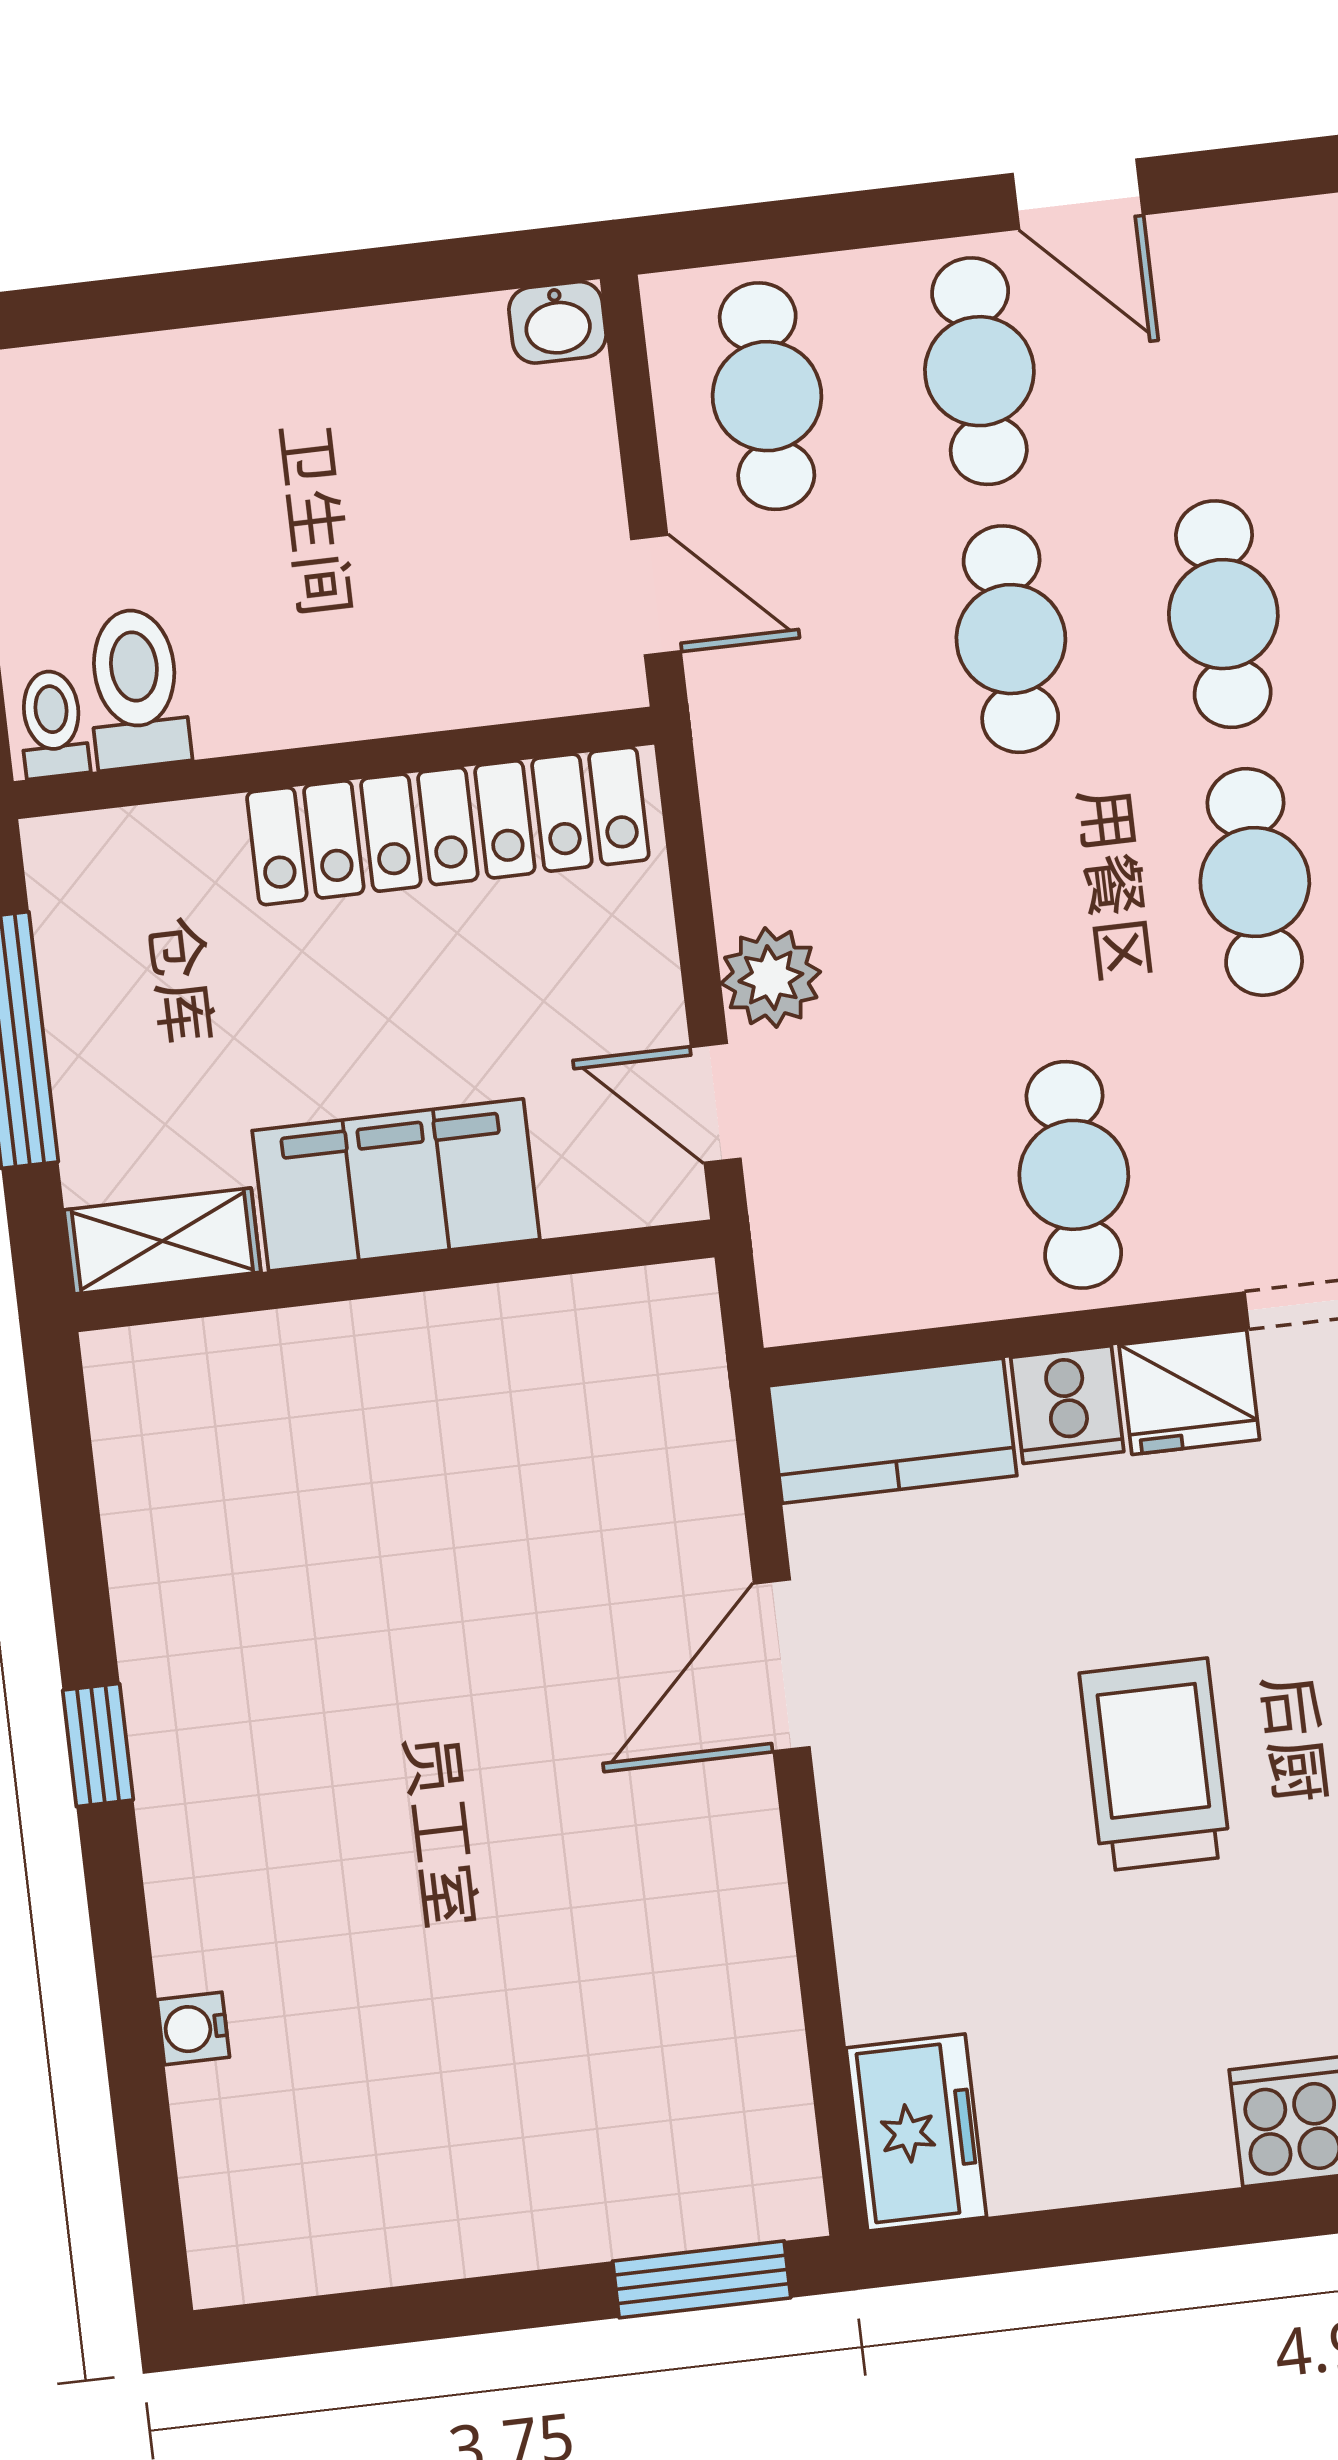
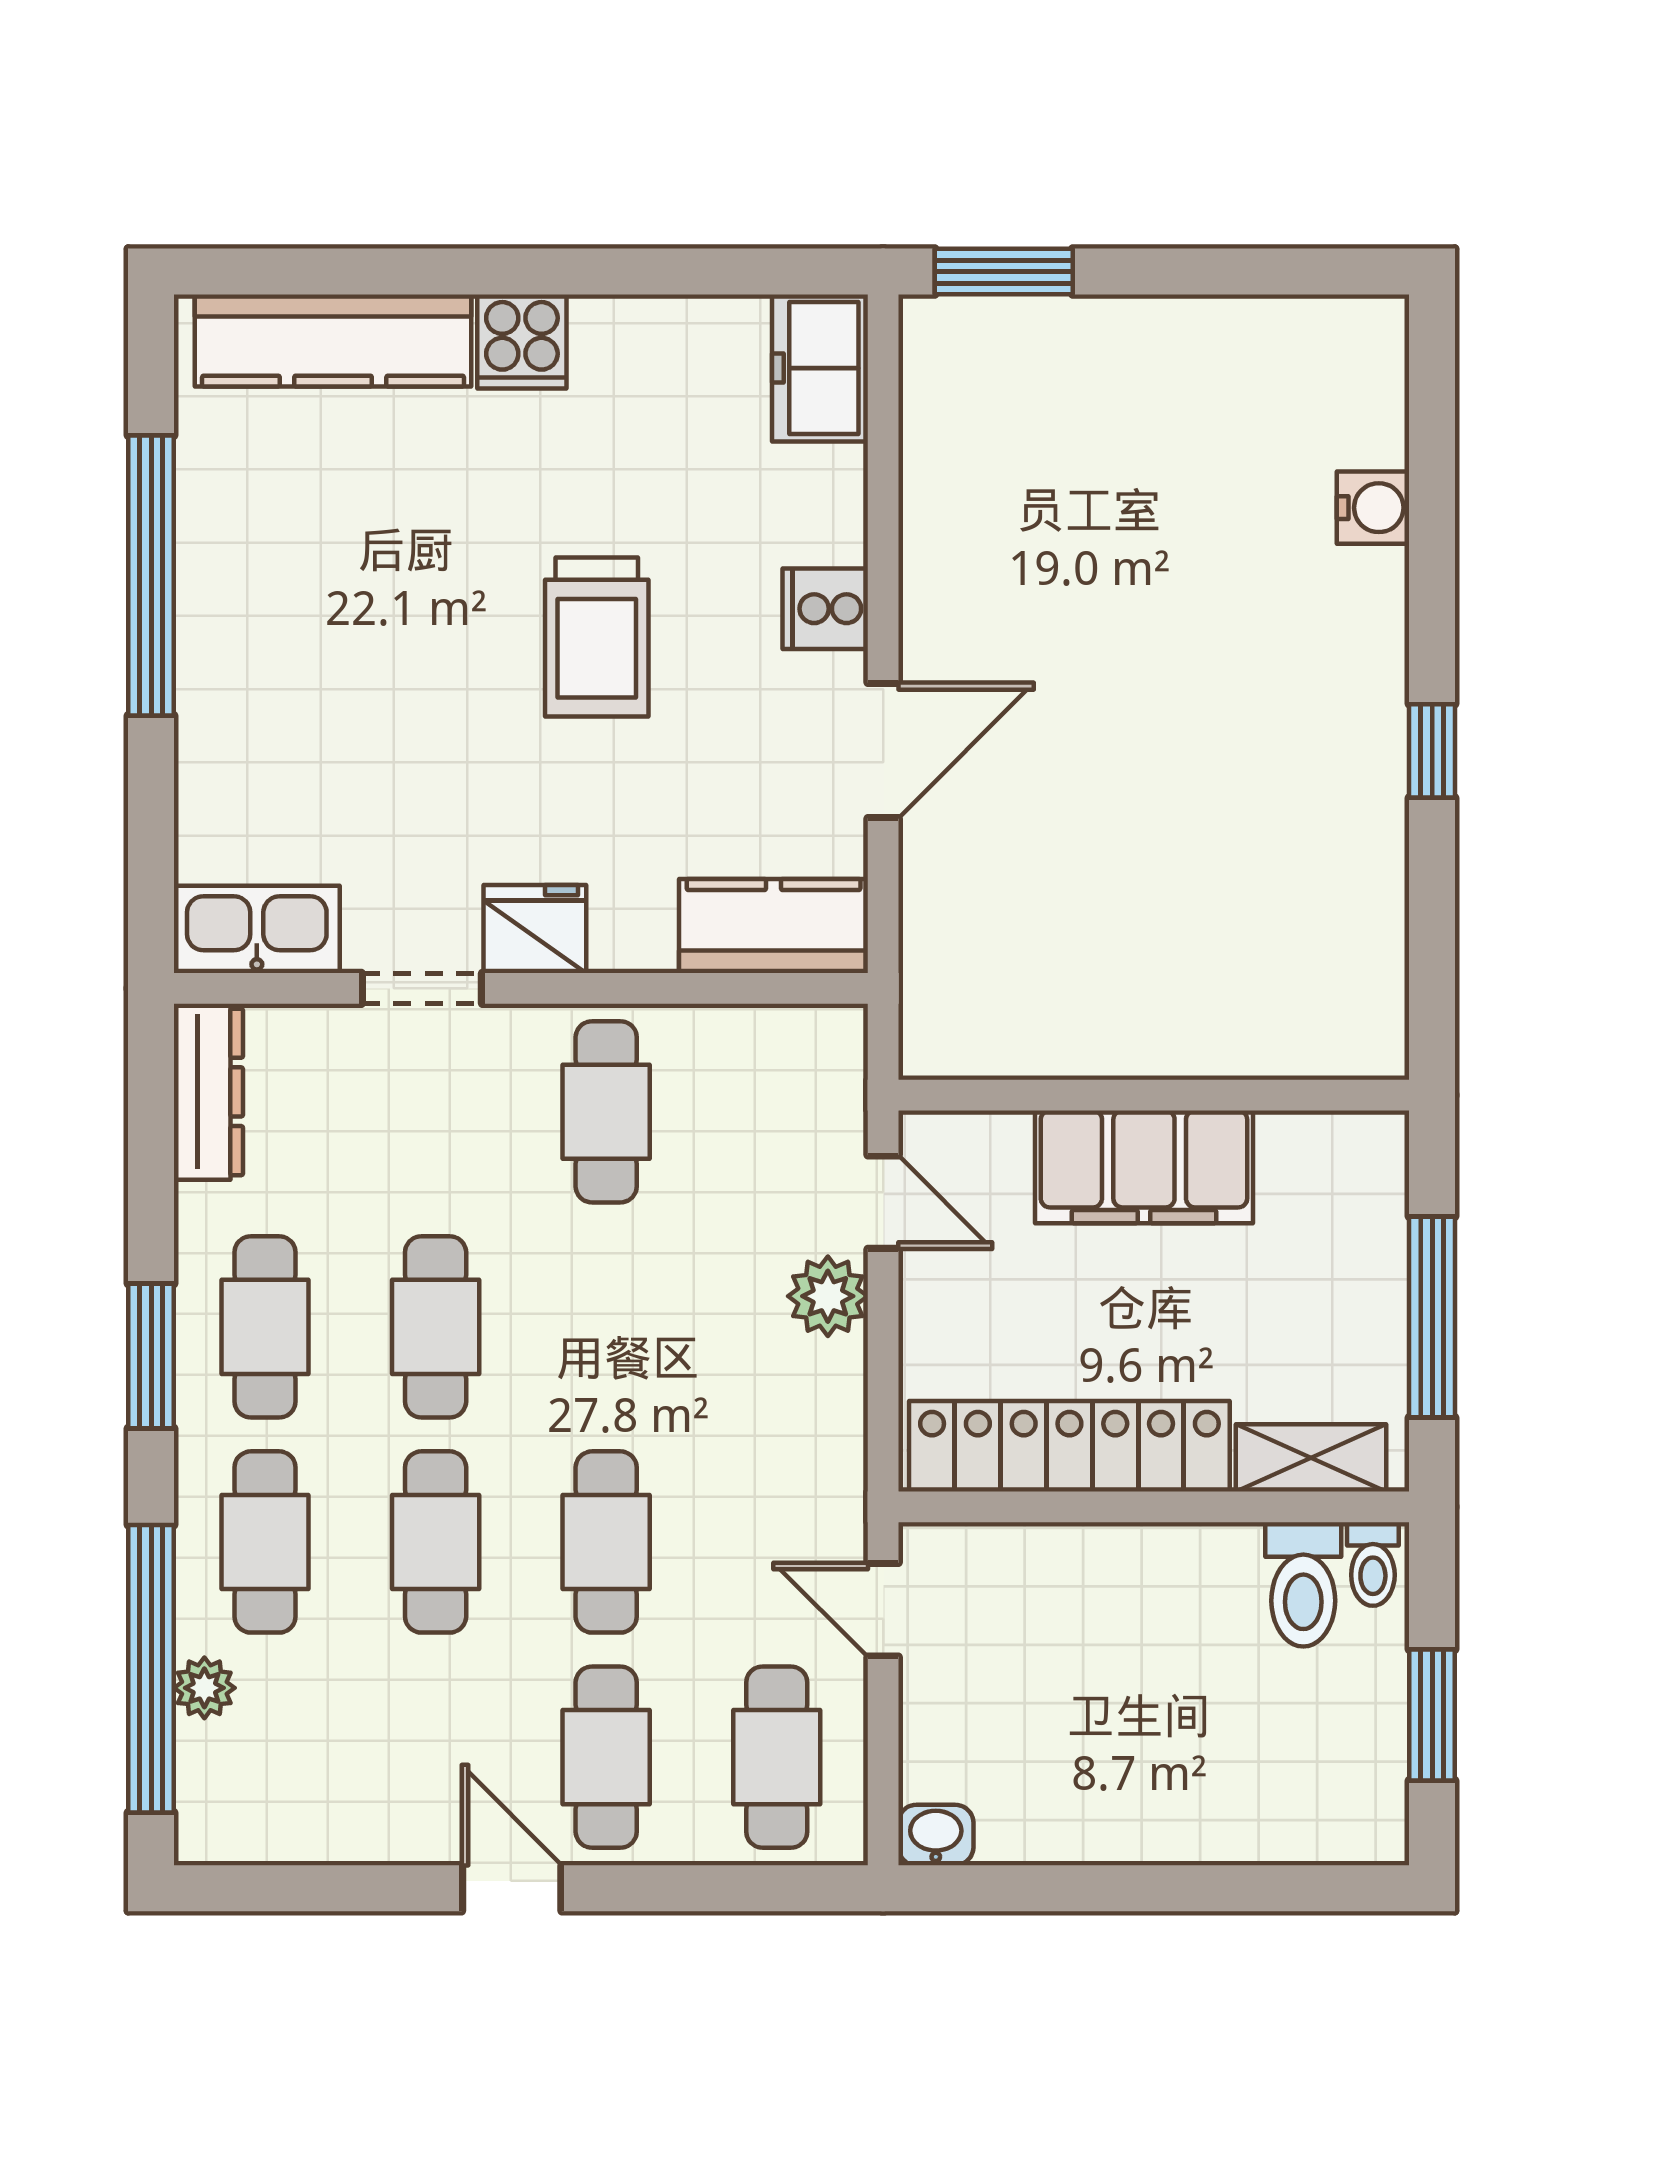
shelving: (162, 1241) -> (1311, 1458), moved
cooker: (1067, 1405) -> (825, 609), moved, turned -90
water cooler: (193, 2028) -> (1373, 508), width x1.38, depth x1.38

